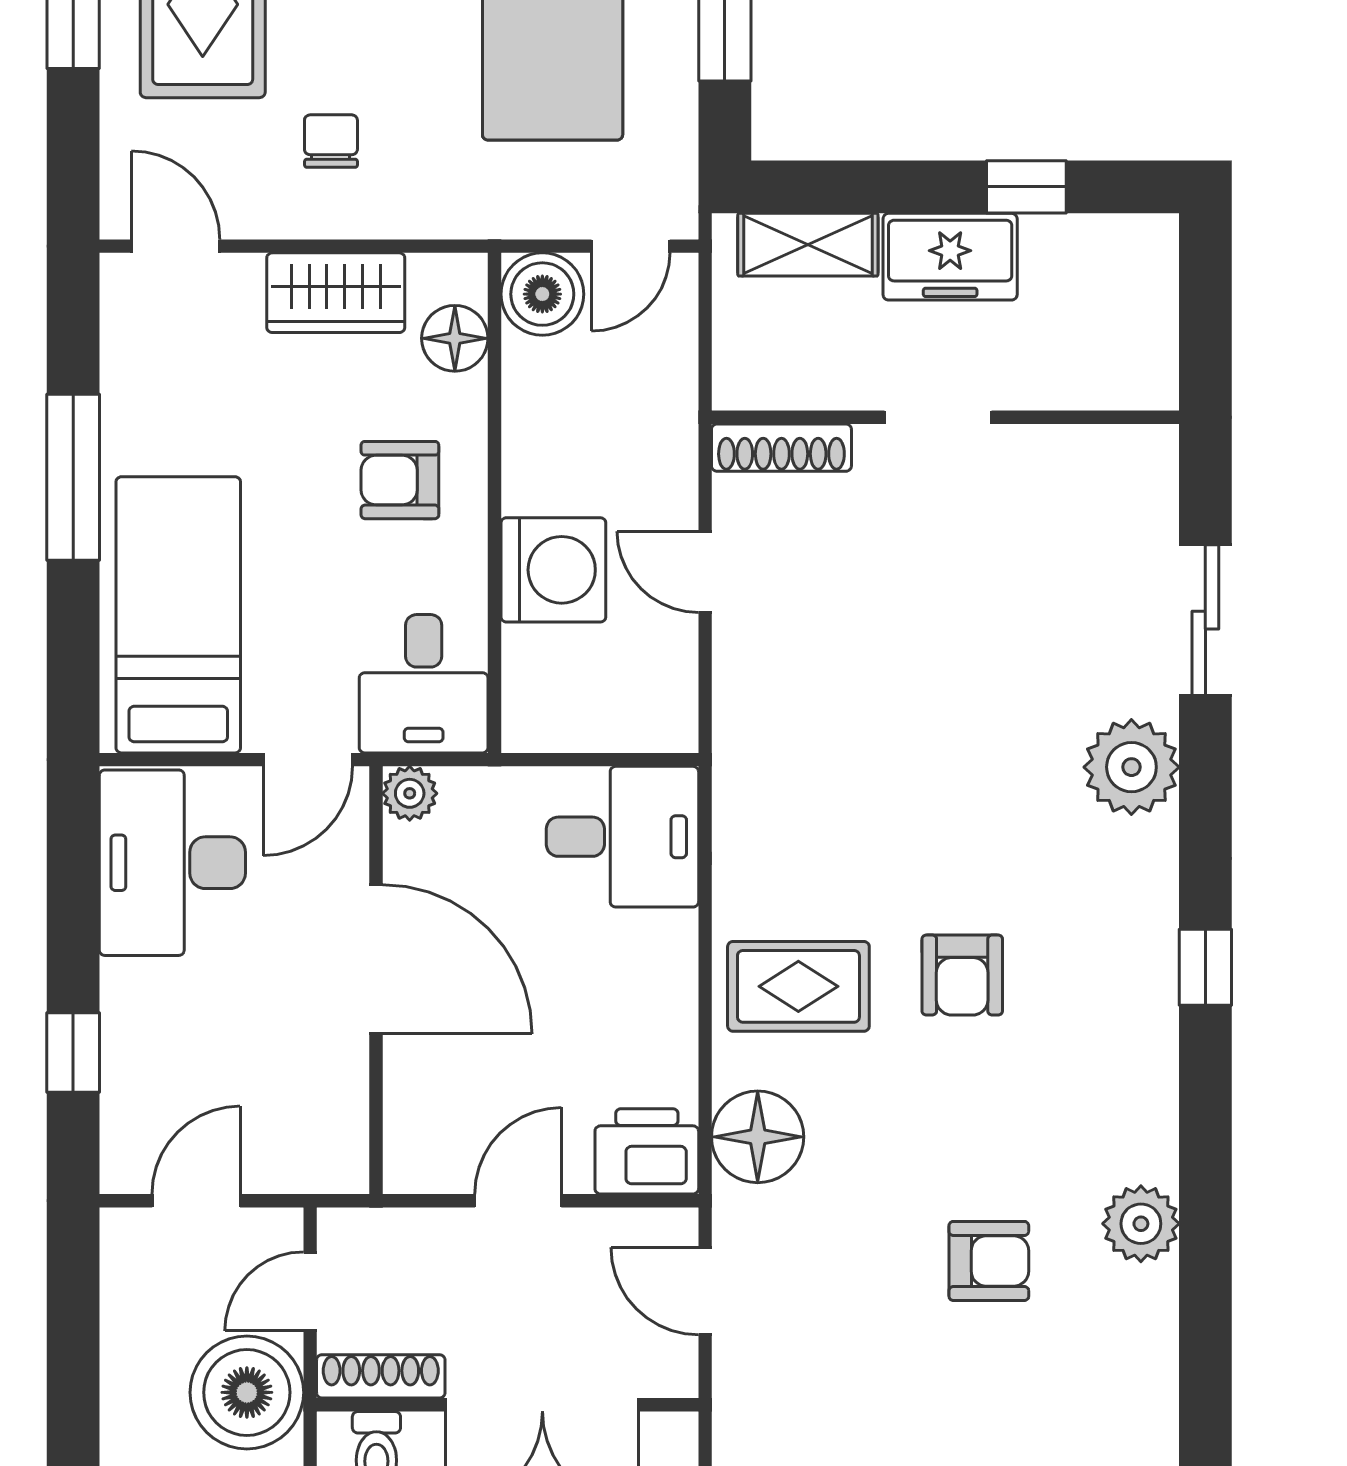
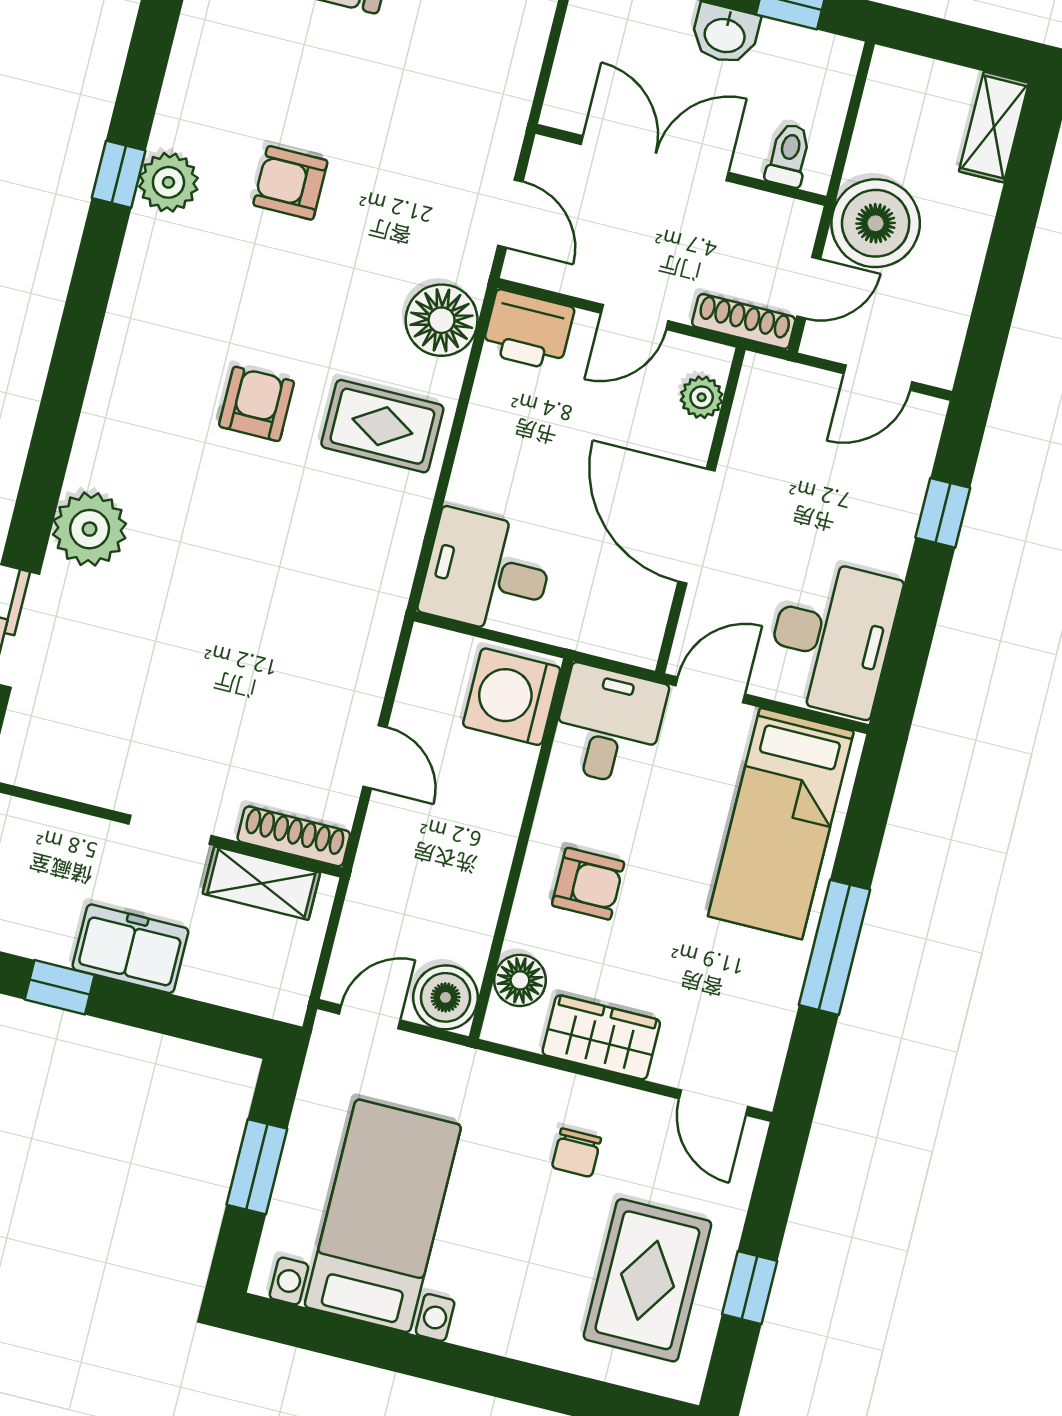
shelving: (808, 245) -> (261, 883), moved
washing machine: (553, 570) -> (512, 697), moved
plant: (410, 793) -> (702, 397), moved
window: (1205, 967) -> (119, 174), moved
shoe rack: (381, 1376) -> (744, 321), moved, turned 180

